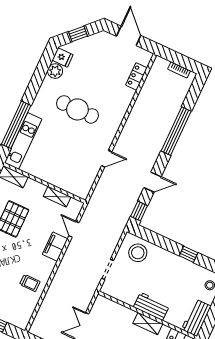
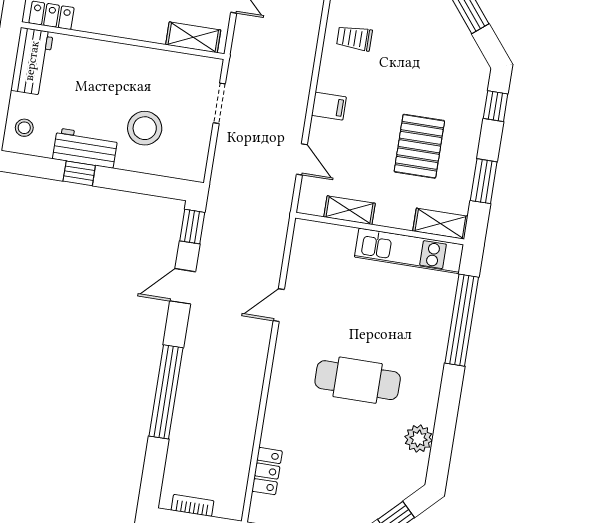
fridge: (63, 57) -> (412, 467), removed
kitchen unit: (23, 141) -> (409, 251), moved, turned -90
filing cabinet: (55, 247) -> (329, 106), width x0.50
stool: (138, 253) -> (145, 128), moved
workbench: (151, 306) -> (85, 148), moved, turned 180
shelving: (148, 324) -> (193, 37), moved

